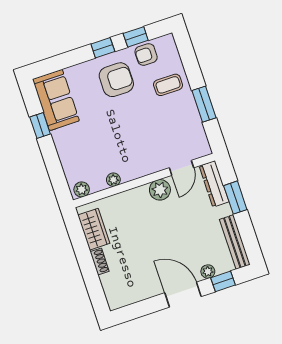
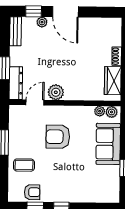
armchair: (116, 80) -> (58, 137), moved
sofa: (56, 100) -> (108, 144), moved
plant: (113, 180) -> (100, 111), moved
bench: (235, 242) -> (15, 31), width x0.73

